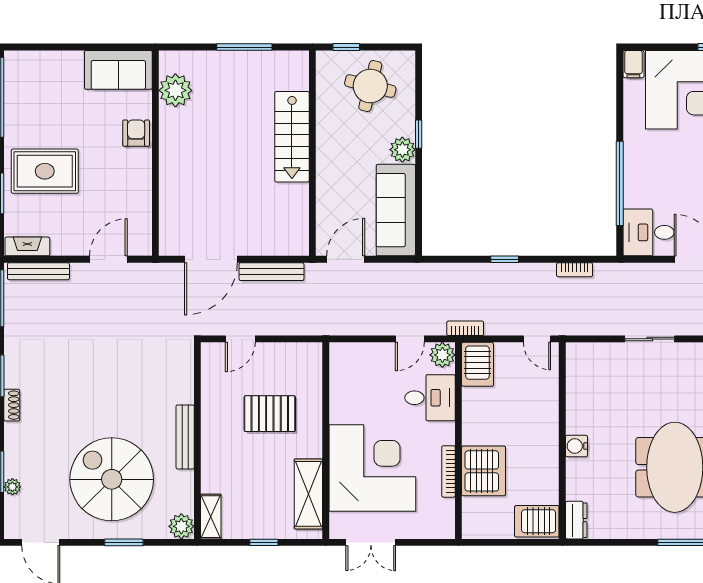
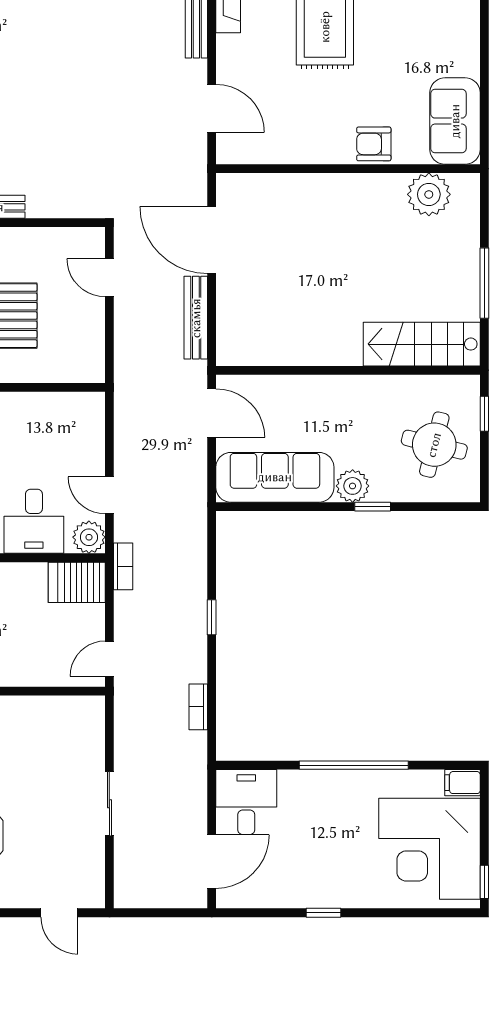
armchair: (136, 133) -> (374, 144), turned 180
stairs: (292, 137) -> (422, 344), moved
window: (620, 183) -> (354, 765), moved

